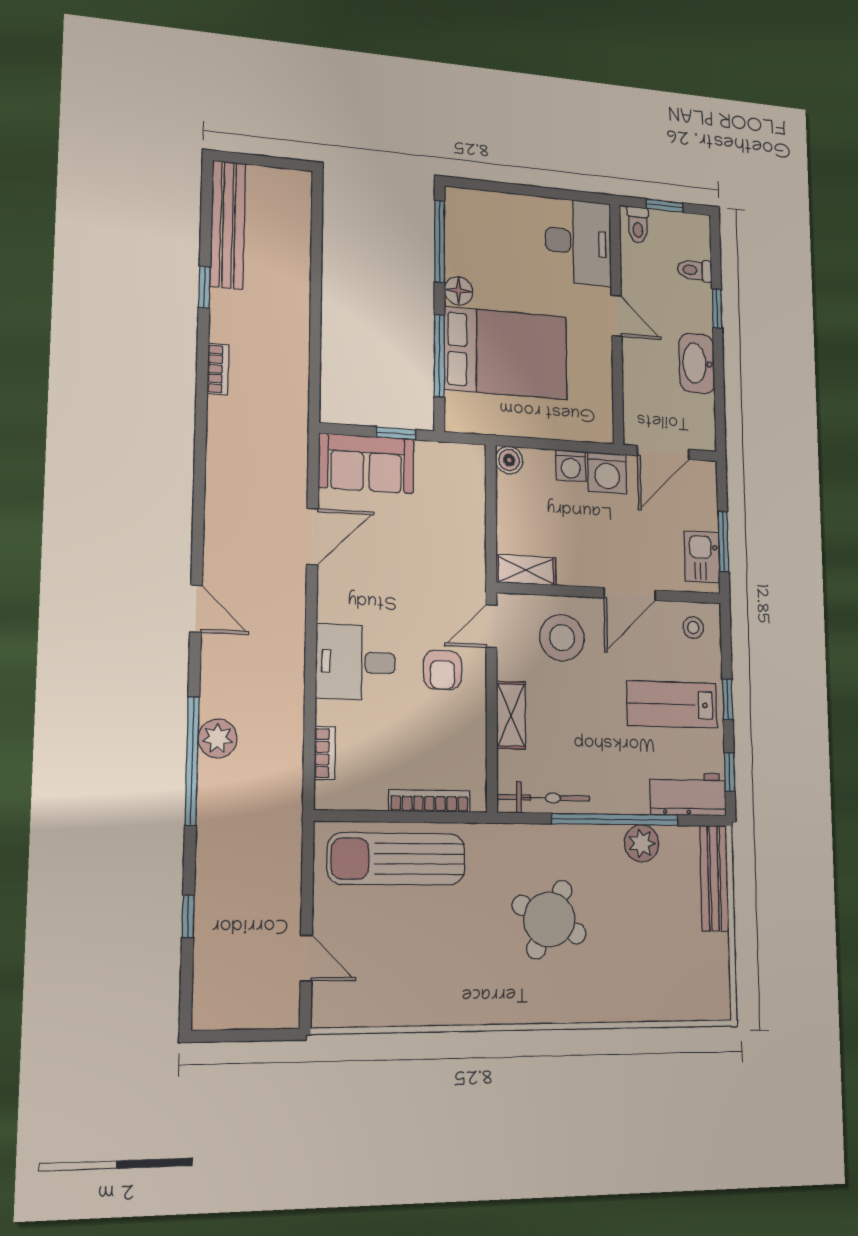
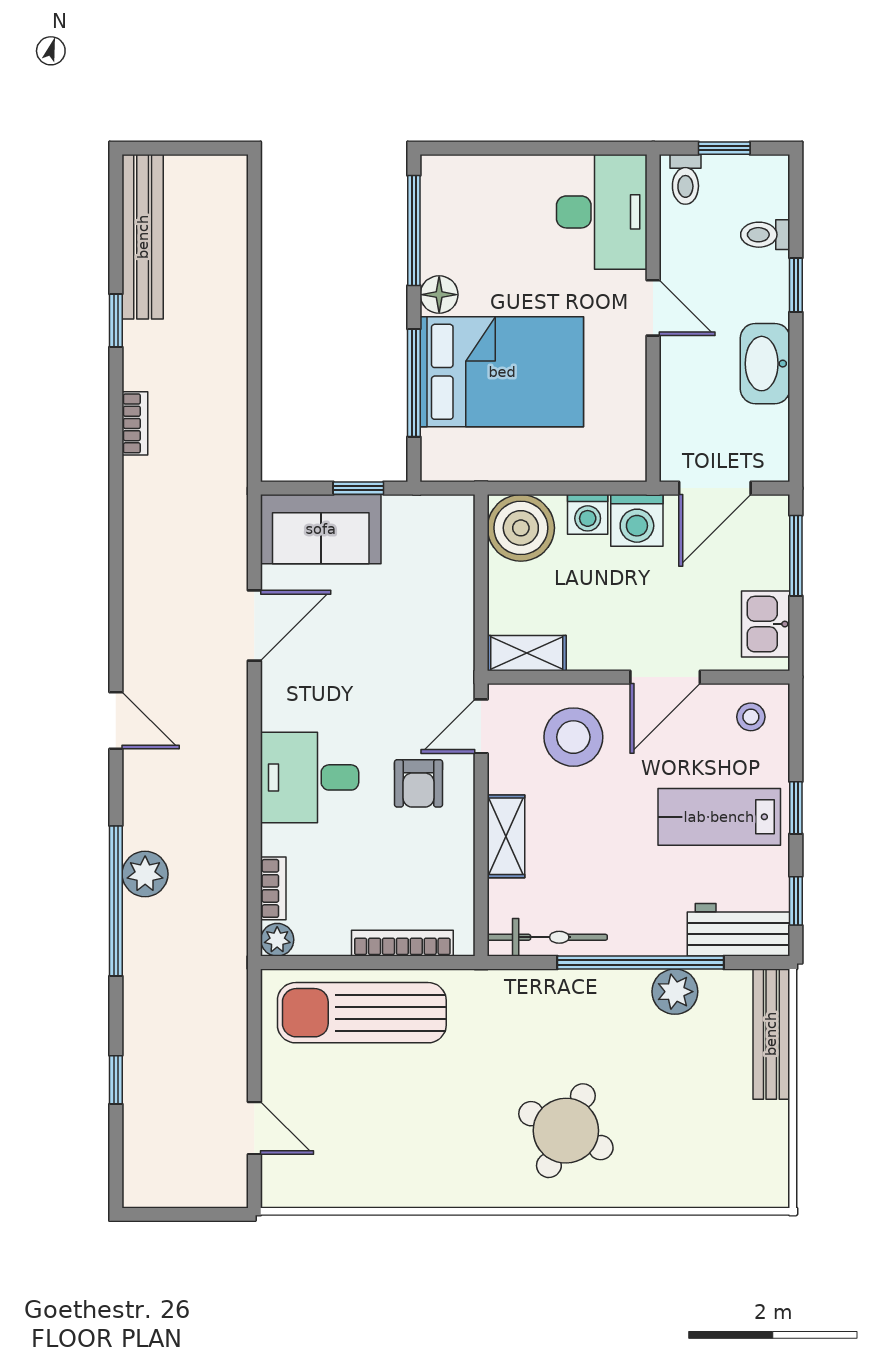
boiler: (509, 460) -> (521, 528), width x1.86, depth x1.86
window: (723, 542) -> (796, 556), moved
plant: (327, 796) -> (277, 940), added
round table: (549, 920) -> (566, 1131), moved

